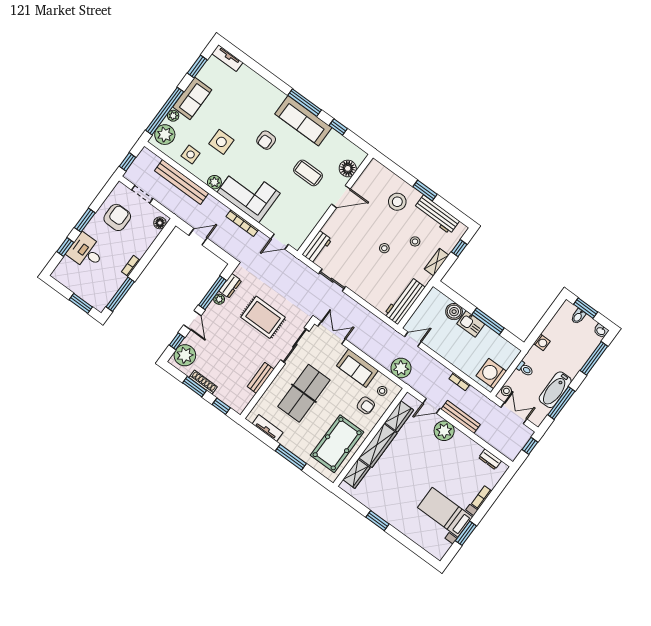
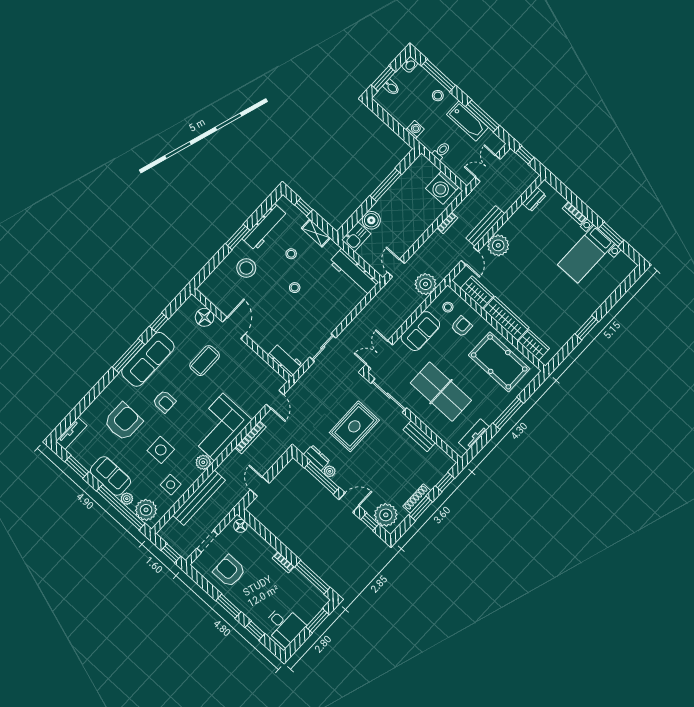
armchair: (243, 105) -> (123, 422), added
desk: (86, 252) -> (284, 626), moved, turned -90
kitchen sink: (471, 324) -> (356, 237), moved
stool: (506, 391) -> (438, 96), moved

